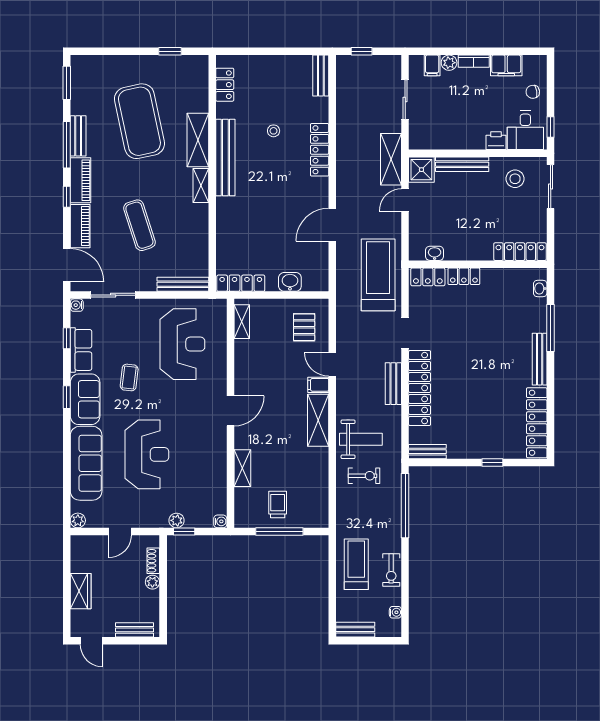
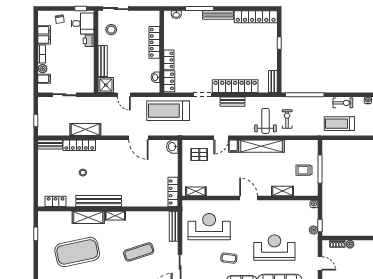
locker: (320, 150) -> (79, 145), moved
shelving: (391, 159) -> (85, 130), moved
locker: (520, 252) -> (154, 42), moved
washbasin: (290, 282) -> (172, 147), moved
shelving: (318, 420) -> (261, 146), width x1.47

